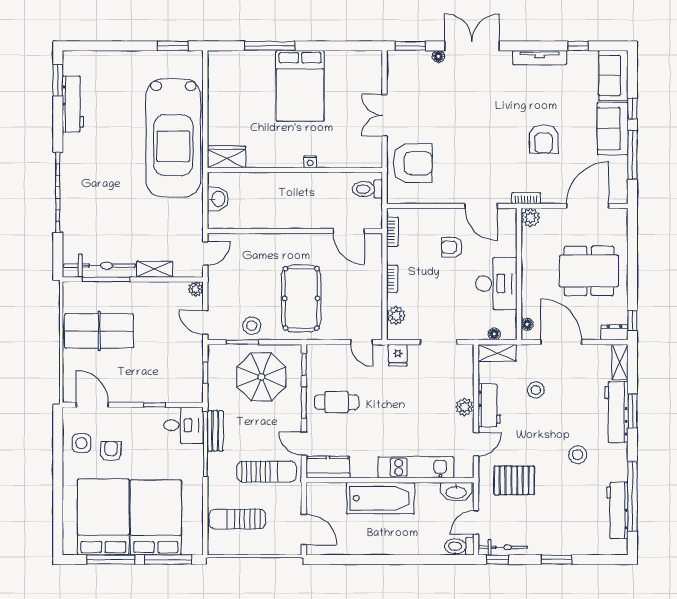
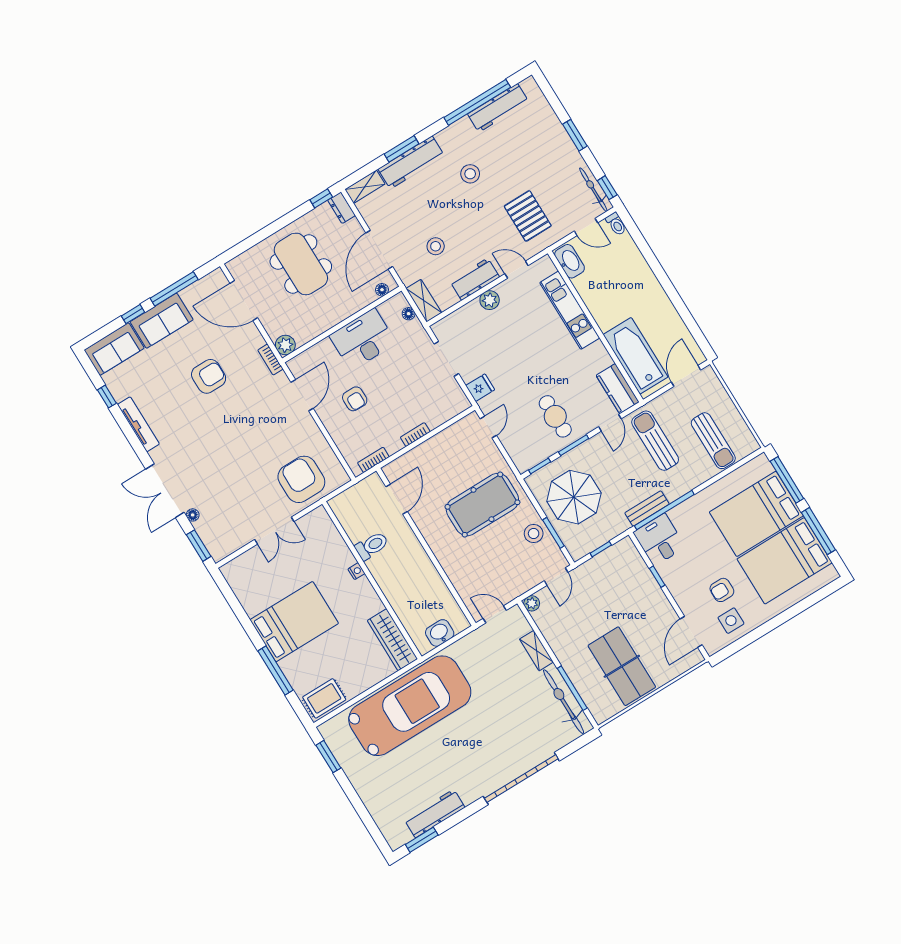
rug: (222, 72) -> (324, 698), added
wardrobe: (226, 157) -> (392, 640), width x1.50
toilet: (367, 189) -> (372, 546), moved, turned -90
plant: (396, 316) -> (446, 411), removed
bathtub: (381, 498) -> (636, 356), moved
toilet: (459, 546) -> (616, 224), width x0.73, depth x0.72

